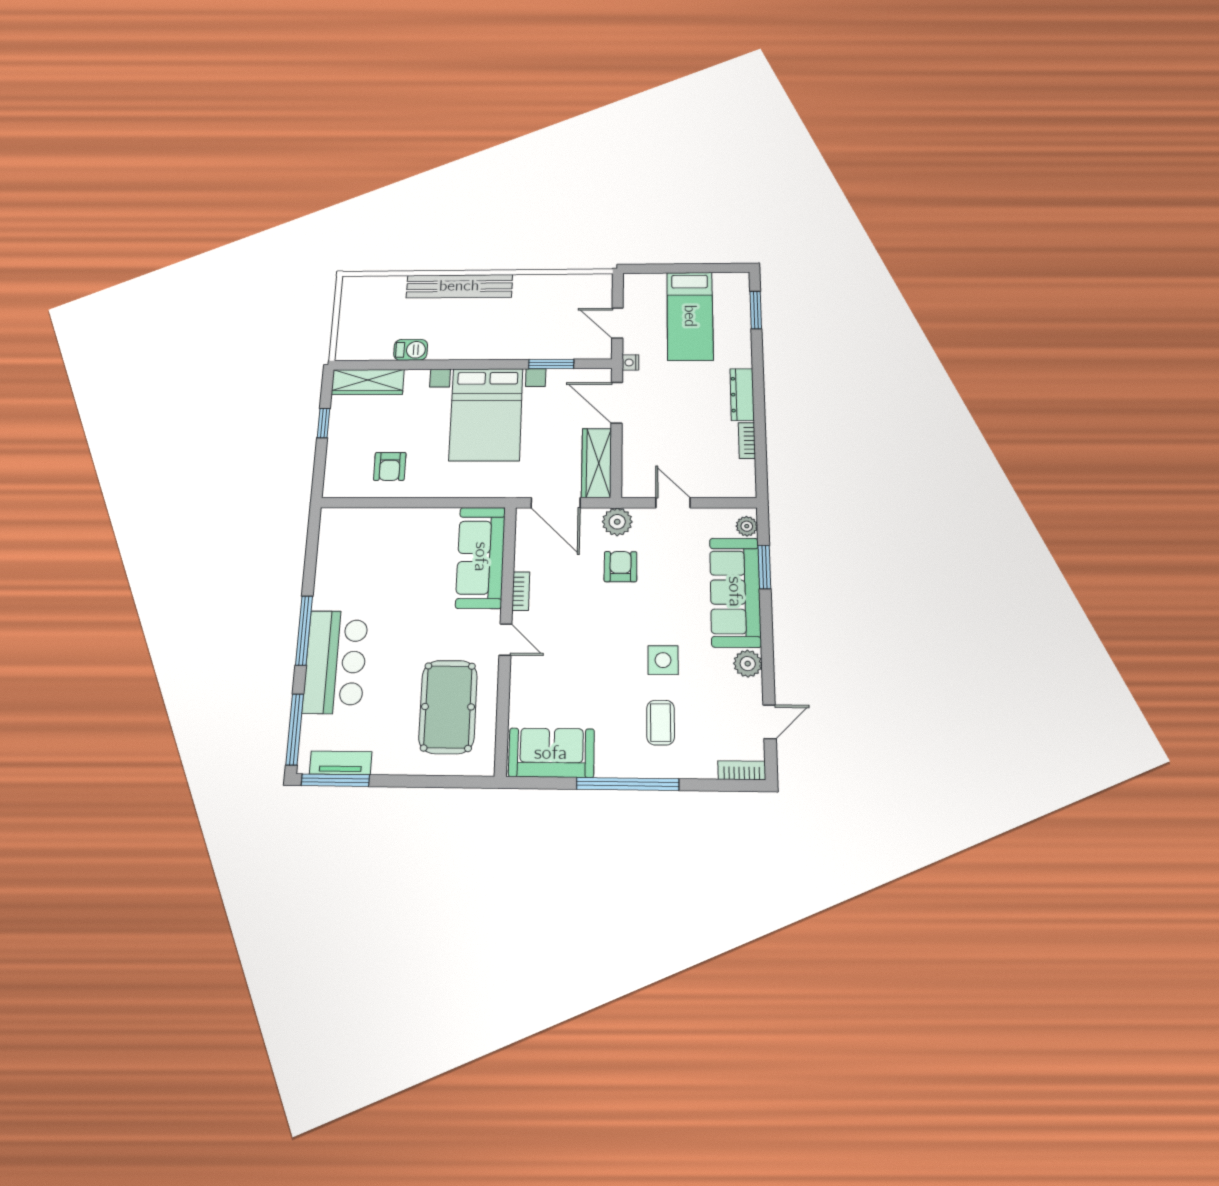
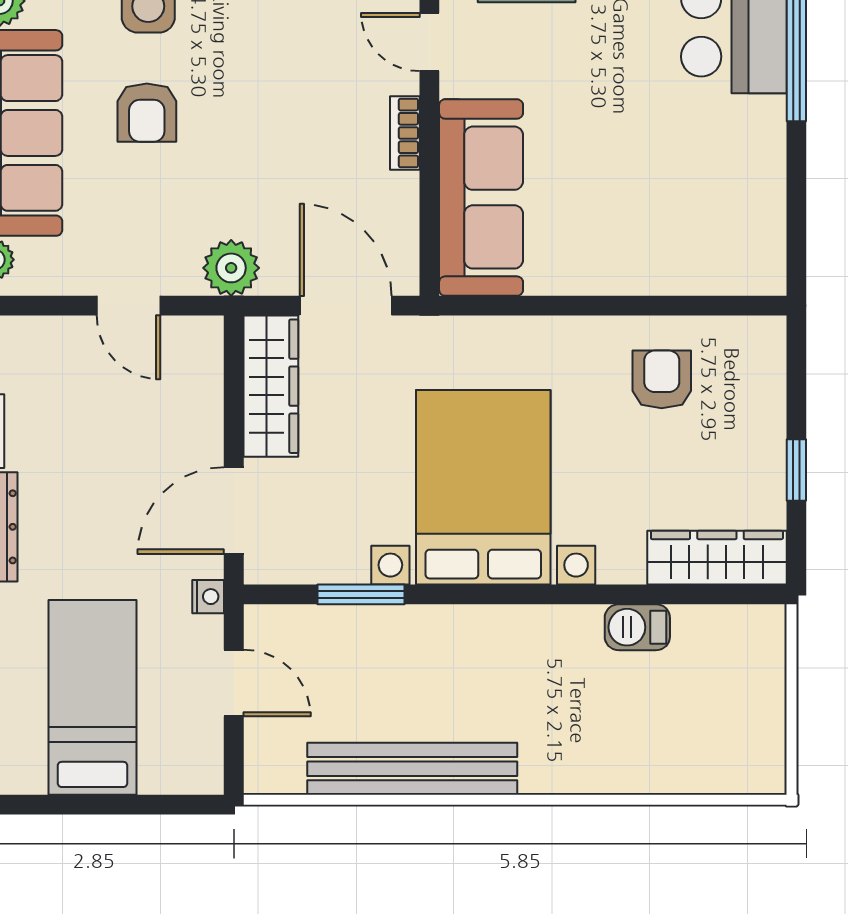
bench: (459, 286) -> (412, 769), moved
door: (617, 403) -> (234, 511), swing flipped
armchair: (620, 567) -> (147, 113), moved

